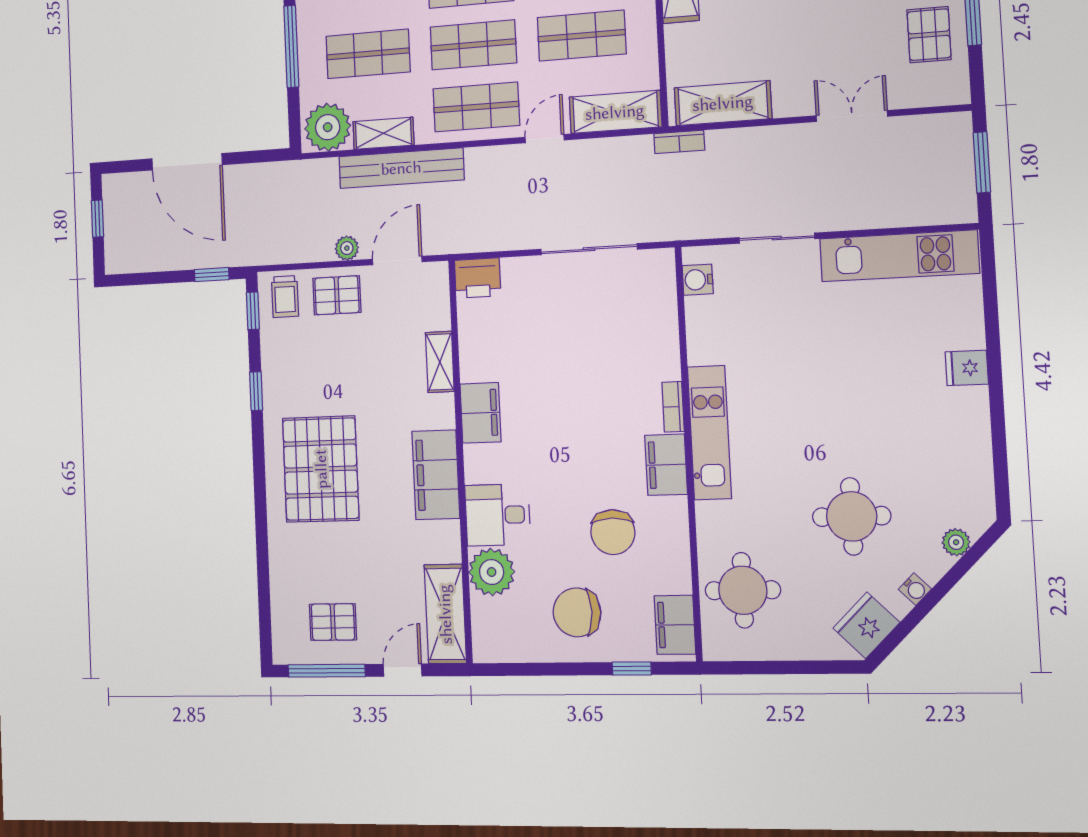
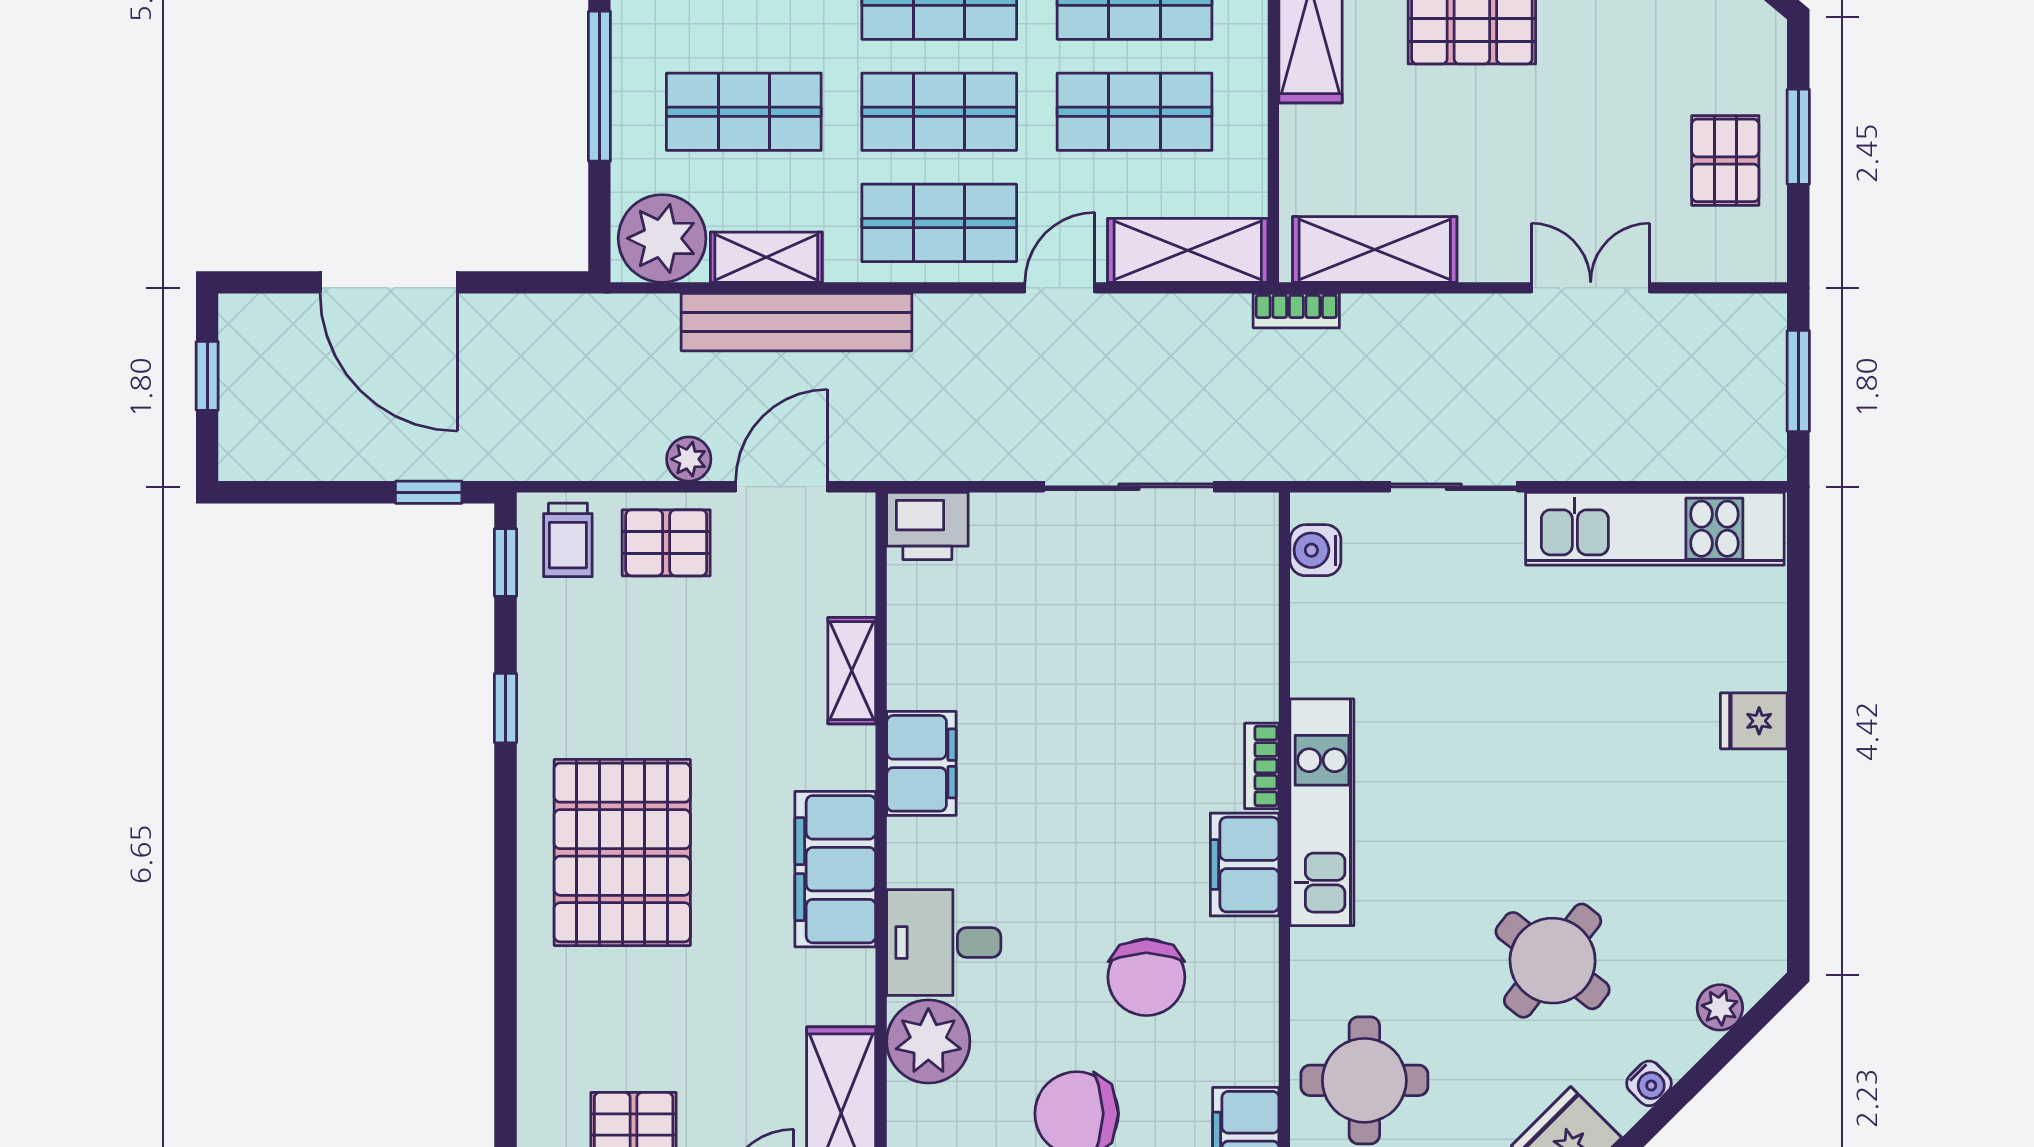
round table: (852, 516) -> (1553, 961), turned 38

